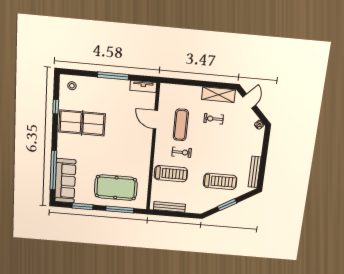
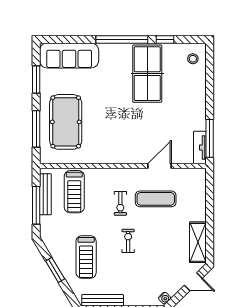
window: (113, 76) -> (210, 138), moved
exercise bike: (214, 119) -> (128, 241), moved
window: (53, 170) -> (122, 39), moved
treadmill: (171, 174) -> (74, 192), moved
window: (177, 214) -> (36, 205), added

